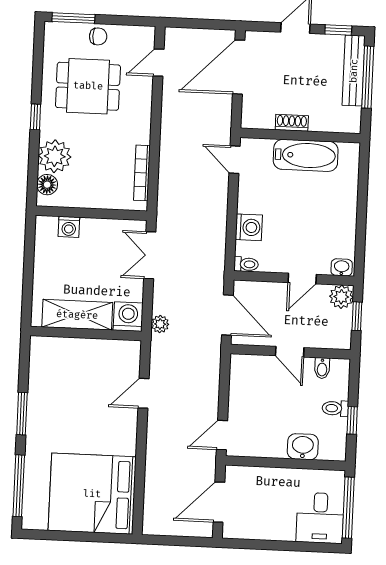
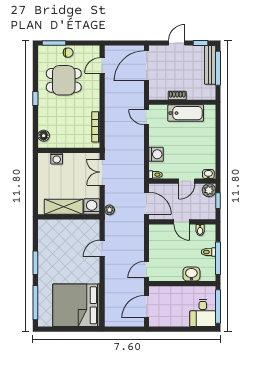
plant: (55, 156) -> (47, 120), removed
window: (352, 420) -> (218, 258), width x2.17

